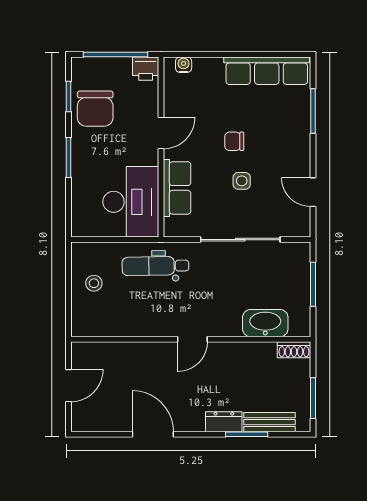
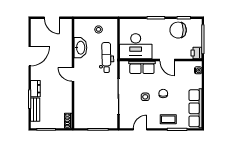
coffee table: (291, 130) -> (168, 119), added
washbasin: (265, 323) -> (80, 48), moved

